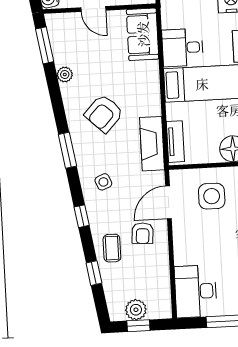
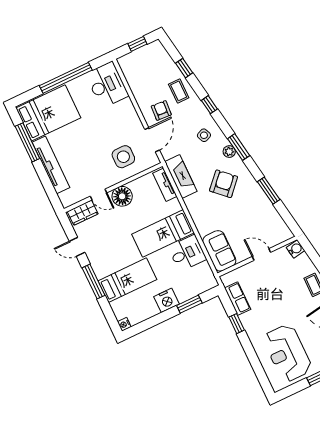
window: (45, 45) -> (269, 191), moved
plant: (65, 75) -> (229, 152), moved
plant: (136, 310) -> (144, 54), removed

